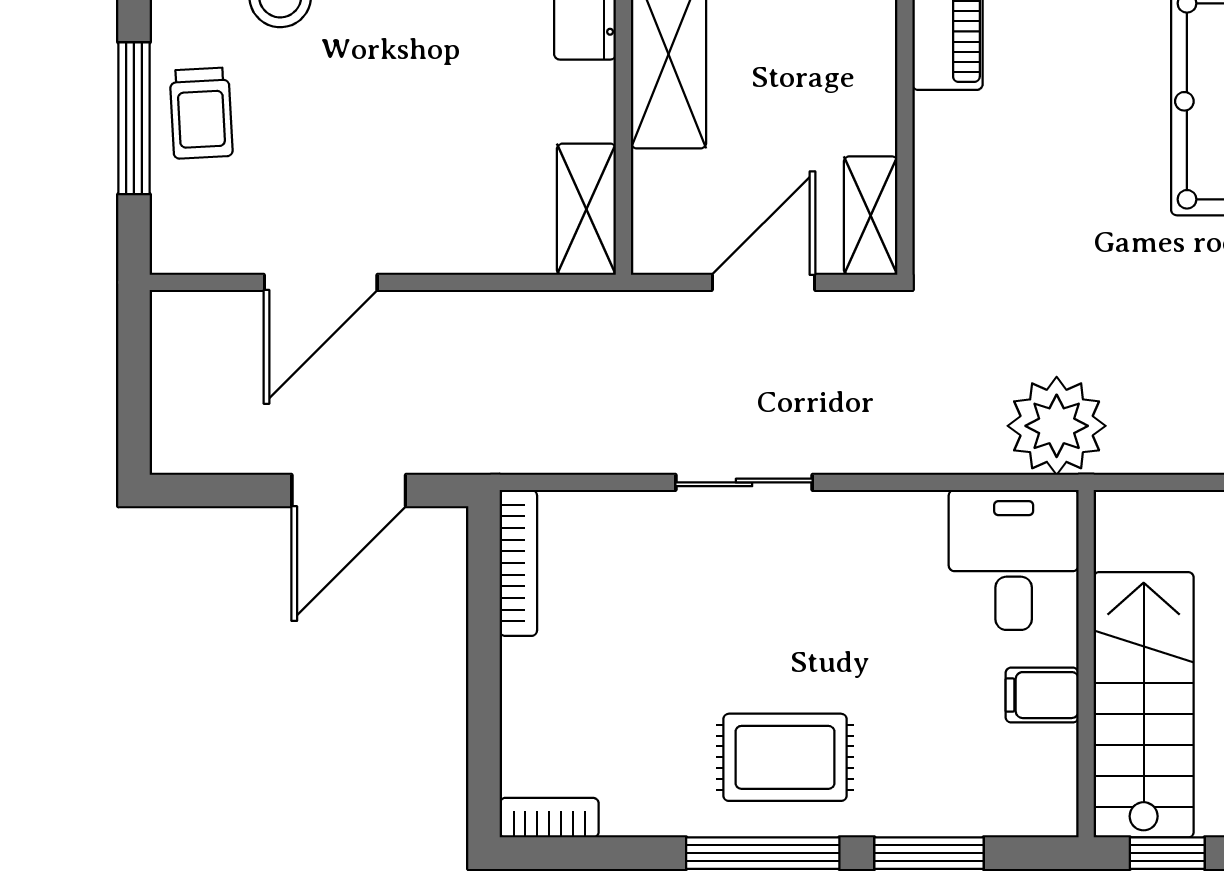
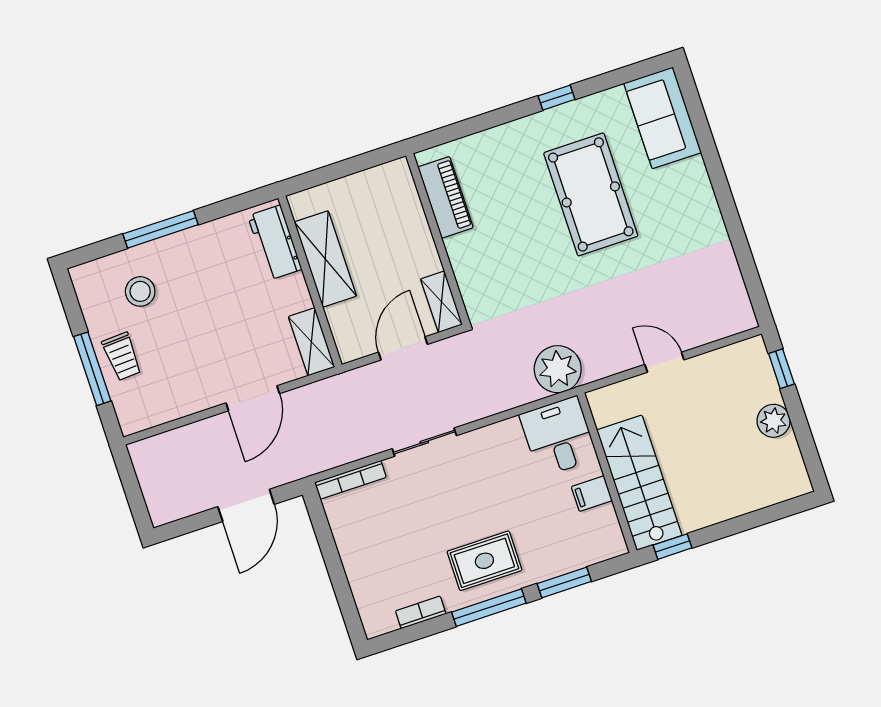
door: (321, 282) -> (253, 398), moved
bookcase: (518, 563) -> (350, 480), moved, turned 90
bookcase: (549, 818) -> (421, 612), moved

